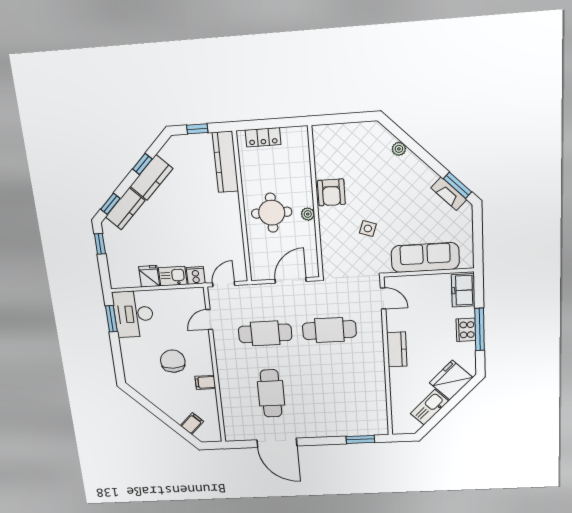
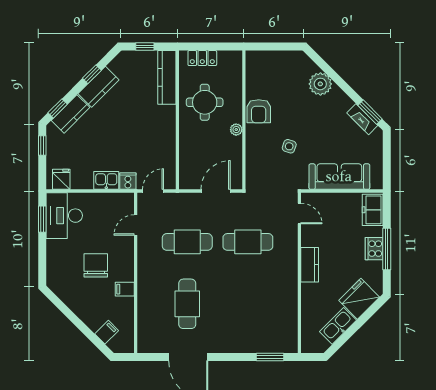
plant: (399, 149) -> (320, 84), width x1.88, depth x1.88
round table: (272, 213) -> (205, 102), moved
fridge: (149, 276) -> (61, 179), moved

